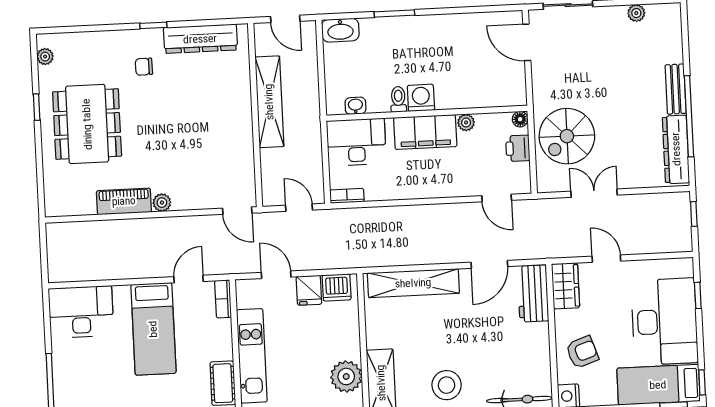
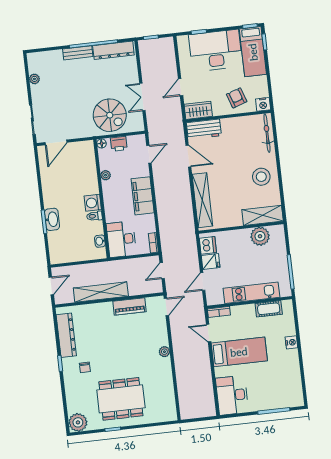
washbasin: (340, 30) -> (52, 219), moved
plant: (45, 57) -> (78, 422), width x1.88, depth x1.88
filing cabinet: (425, 132) -> (143, 196), moved, turned 180
piano: (124, 201) -> (129, 306), moved, turned -90

